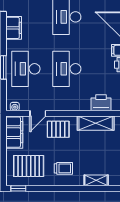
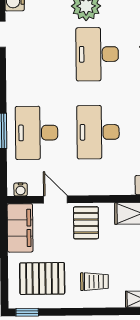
filing cabinet: (14, 28) -> (17, 72), removed
door: (38, 113) -> (55, 199), swing flipped
pallet: (58, 129) -> (86, 223), turned 90

